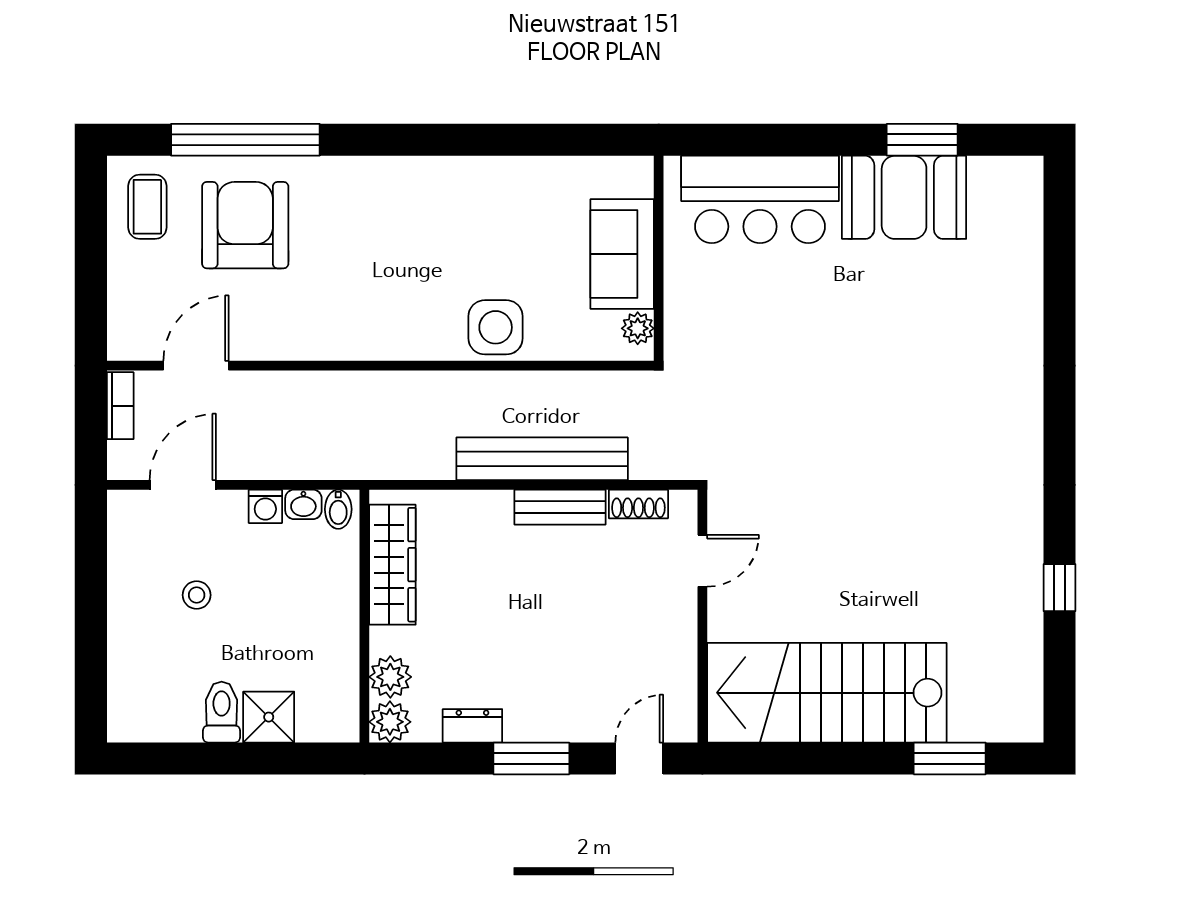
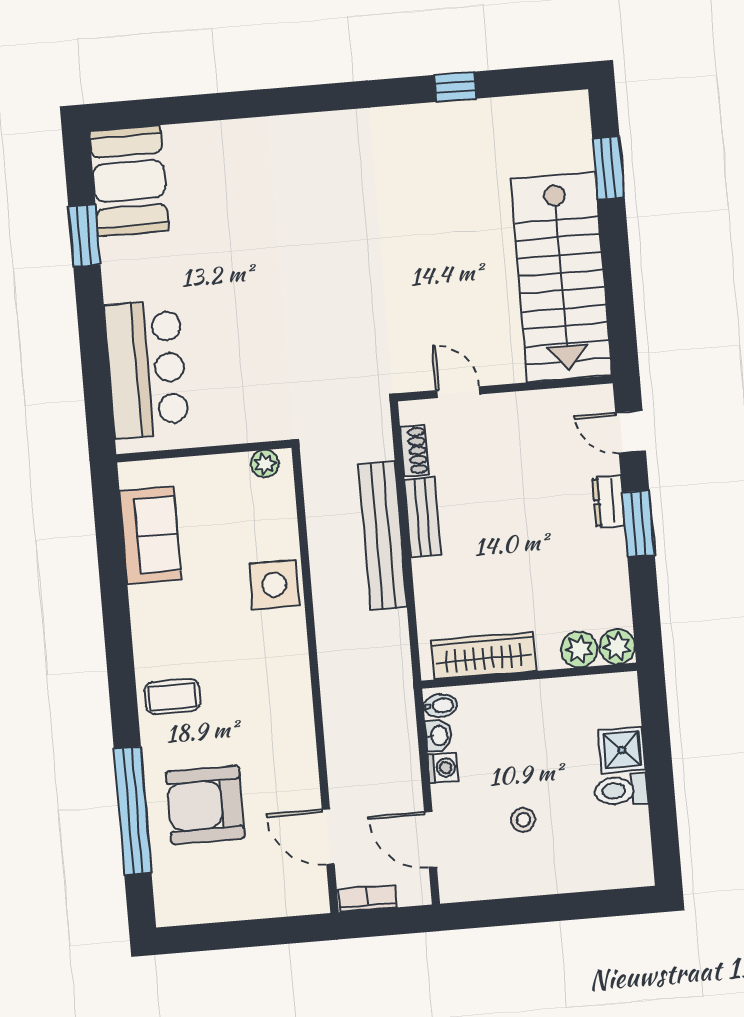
booth: (904, 197) -> (129, 181), moved
coffee table: (147, 207) -> (172, 696), moved
sofa: (622, 254) -> (150, 535), moved, turned -90
dresser: (472, 726) -> (608, 501), moved

